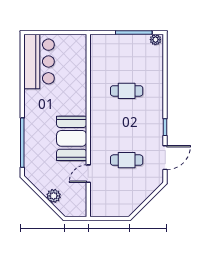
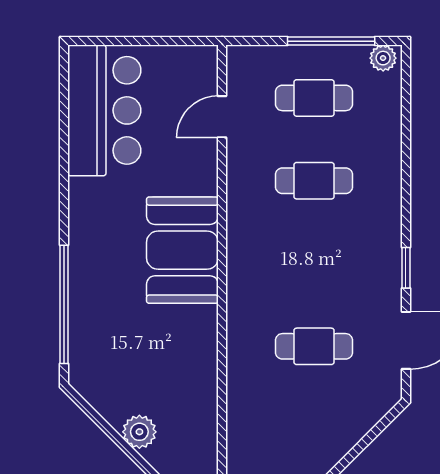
cafe table: (127, 56) -> (314, 98), added
booth: (72, 138) -> (182, 250), moved
door: (88, 174) -> (222, 117), moved

